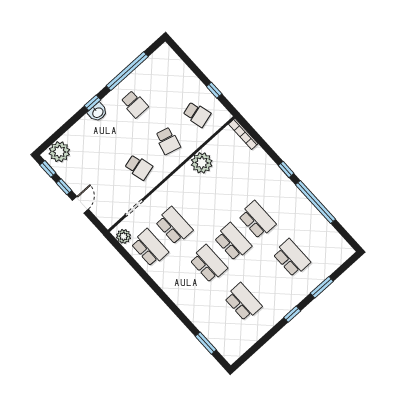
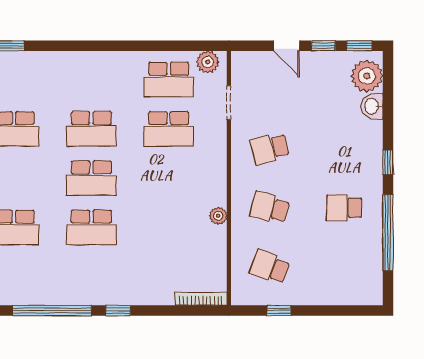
washbasin: (98, 112) -> (372, 106), moved
school desk: (197, 114) -> (270, 267), turned 36
plant: (202, 163) -> (218, 216), width x0.53, depth x0.53

